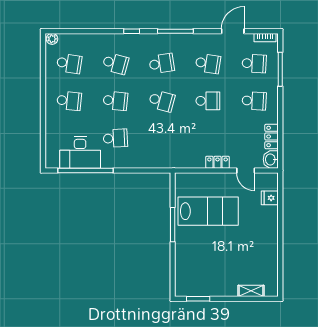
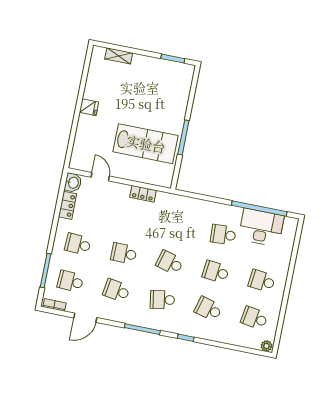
locker: (218, 162) -> (143, 194), moved
fridge: (270, 198) -> (89, 107), moved
lab bench: (208, 211) -> (146, 144), turned 180

